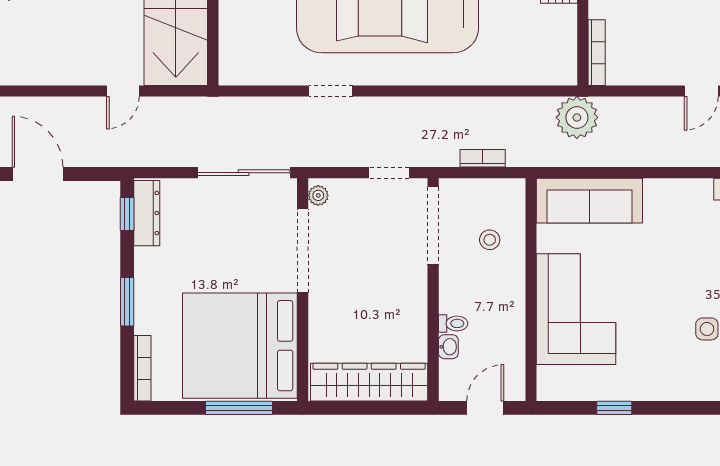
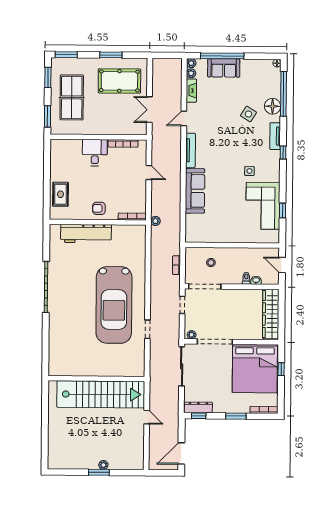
plant: (577, 117) -> (155, 221), width x0.53, depth x0.53
sofa: (589, 201) -> (195, 191), moved
corner sofa: (576, 309) -> (263, 206), moved, turned -90
window: (239, 408) -> (281, 369), width x0.46

